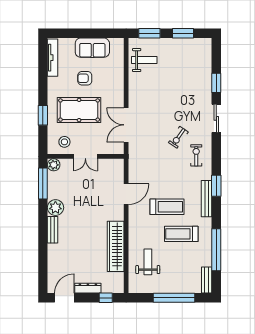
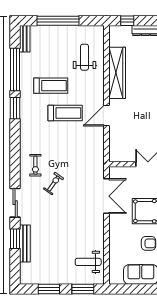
window: (216, 186) -> (15, 108), moved
door: (126, 194) -> (106, 116), moved
bench: (207, 199) -> (25, 243), moved
treadmill: (167, 207) -> (65, 113), turned 180
weight bench: (148, 262) -> (85, 57), turned 180

